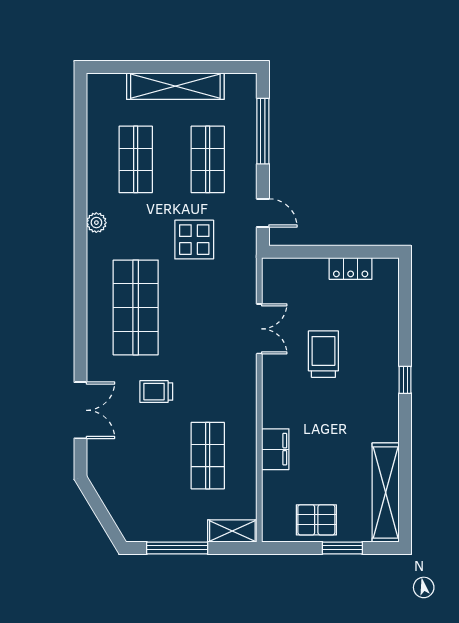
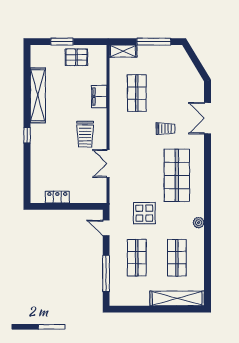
shelving: (175, 86) -> (177, 298), moved
trolley: (323, 354) -> (85, 134), moved
shelving: (386, 492) -> (38, 95), moved

